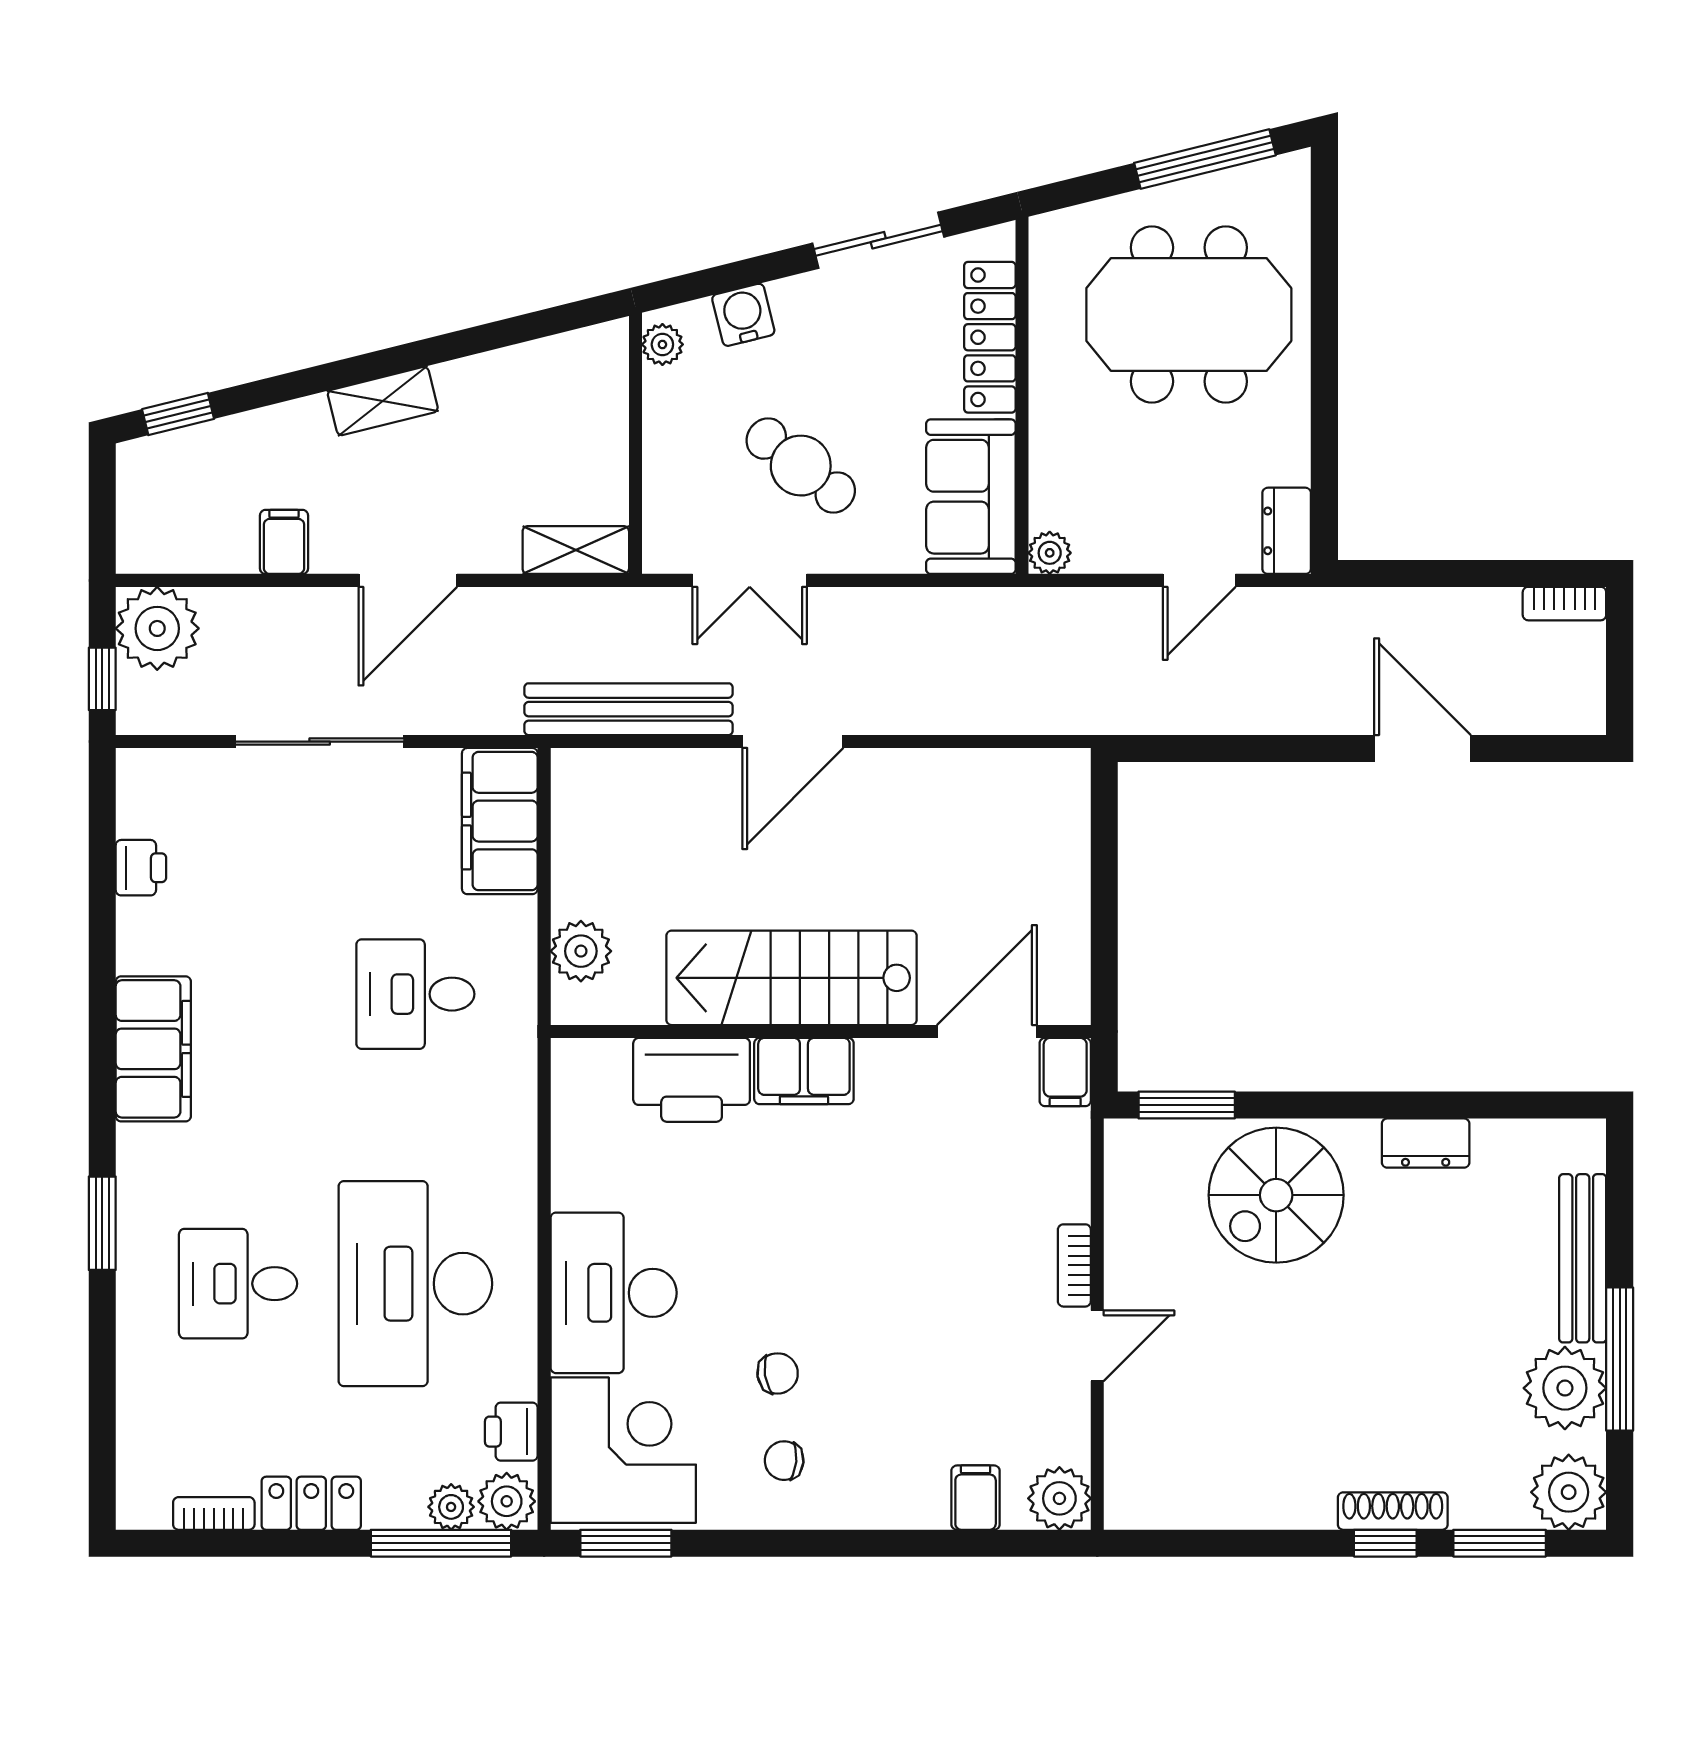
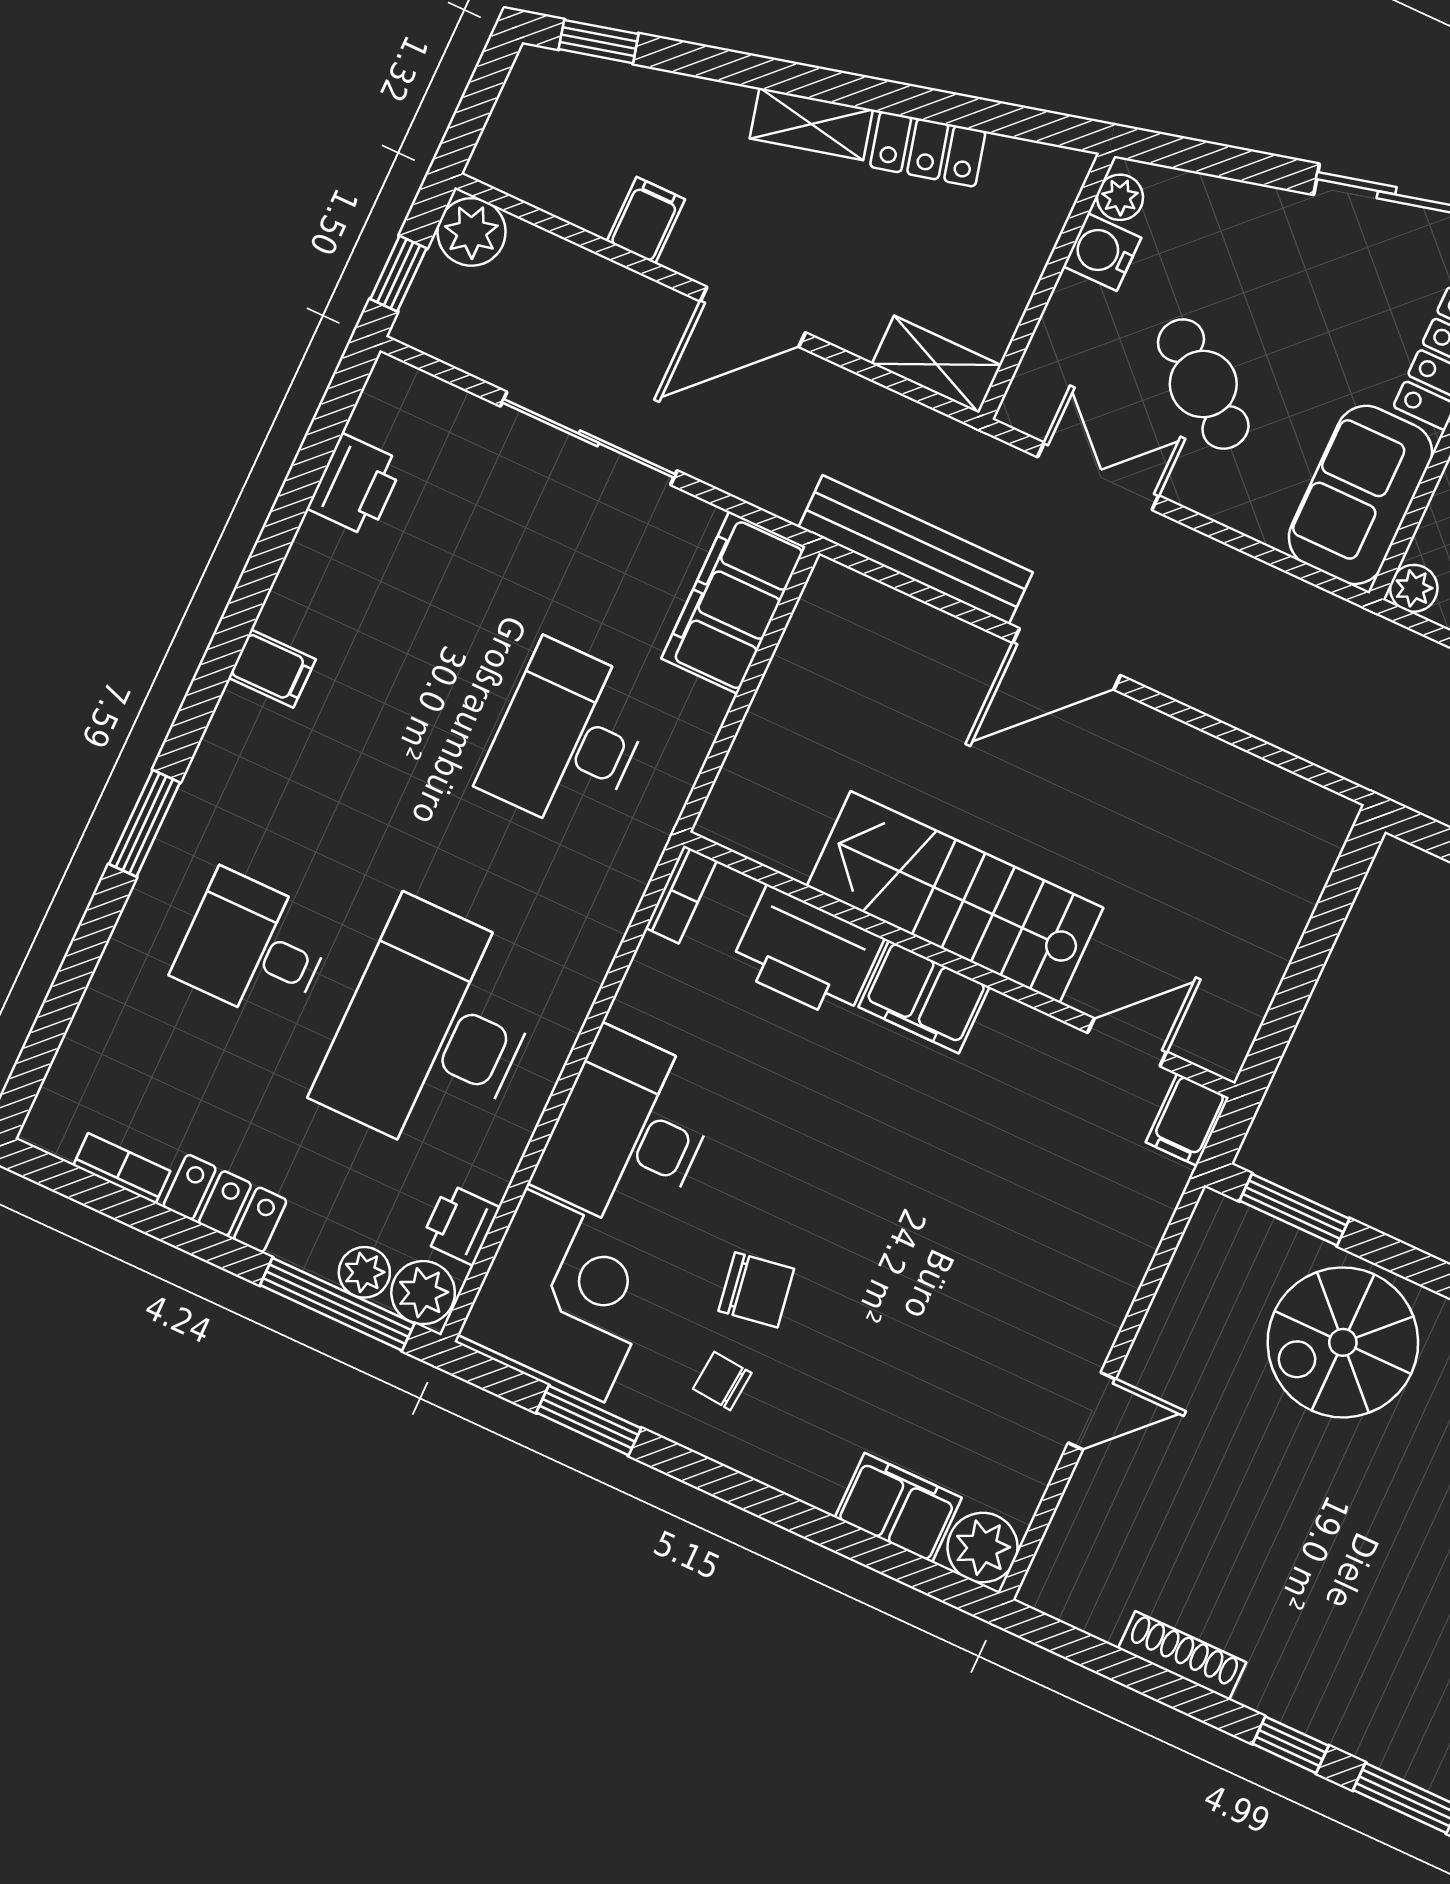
water cooler: (743, 315) -> (1102, 252), moved, turned -76
locker: (487, 378) -> (928, 149), added
double door: (750, 580) -> (1098, 476), swing flipped
plant: (157, 628) -> (472, 232), width x0.73, depth x0.73
printer: (141, 868) -> (356, 485), width x1.36, depth x1.24
plant: (581, 951) -> (755, 772), removed
desk: (415, 994) -> (568, 738), width x1.37
door: (987, 1031) -> (1127, 1042), width x0.73
filing cabinet: (153, 1049) -> (272, 668), width x0.33, depth x0.86
bookcase: (1074, 1265) -> (681, 894), moved, turned 180
chair: (778, 1373) -> (756, 1290), width x1.37, depth x1.37
filing cabinet: (976, 1498) -> (898, 1508), width x2.00
shoe rack: (1393, 1511) -> (1182, 1655), moved
window: (626, 1543) -> (589, 1420), moved

